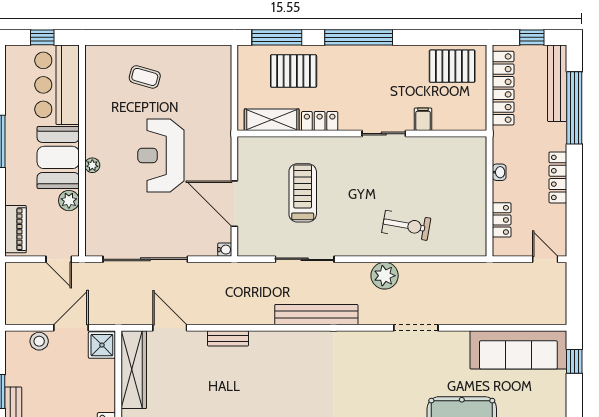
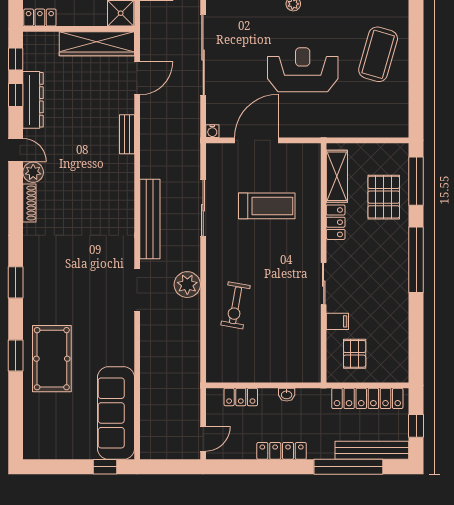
pallet: (452, 66) -> (355, 354), moved, width x0.67, depth x0.71
coffee table: (145, 77) -> (378, 54), width x1.86, depth x1.72
doorway: (416, 328) -> (137, 290), moved

